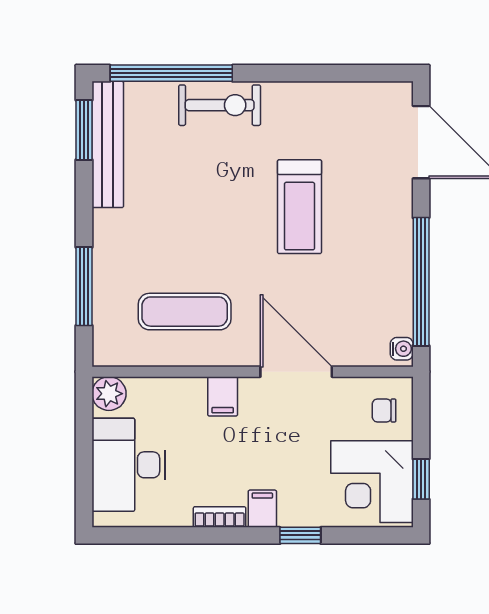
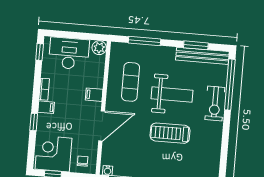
window: (84, 130) -> (196, 45), moved
weight bench: (207, 210) -> (172, 95), added
window: (131, 535) -> (40, 52), added

